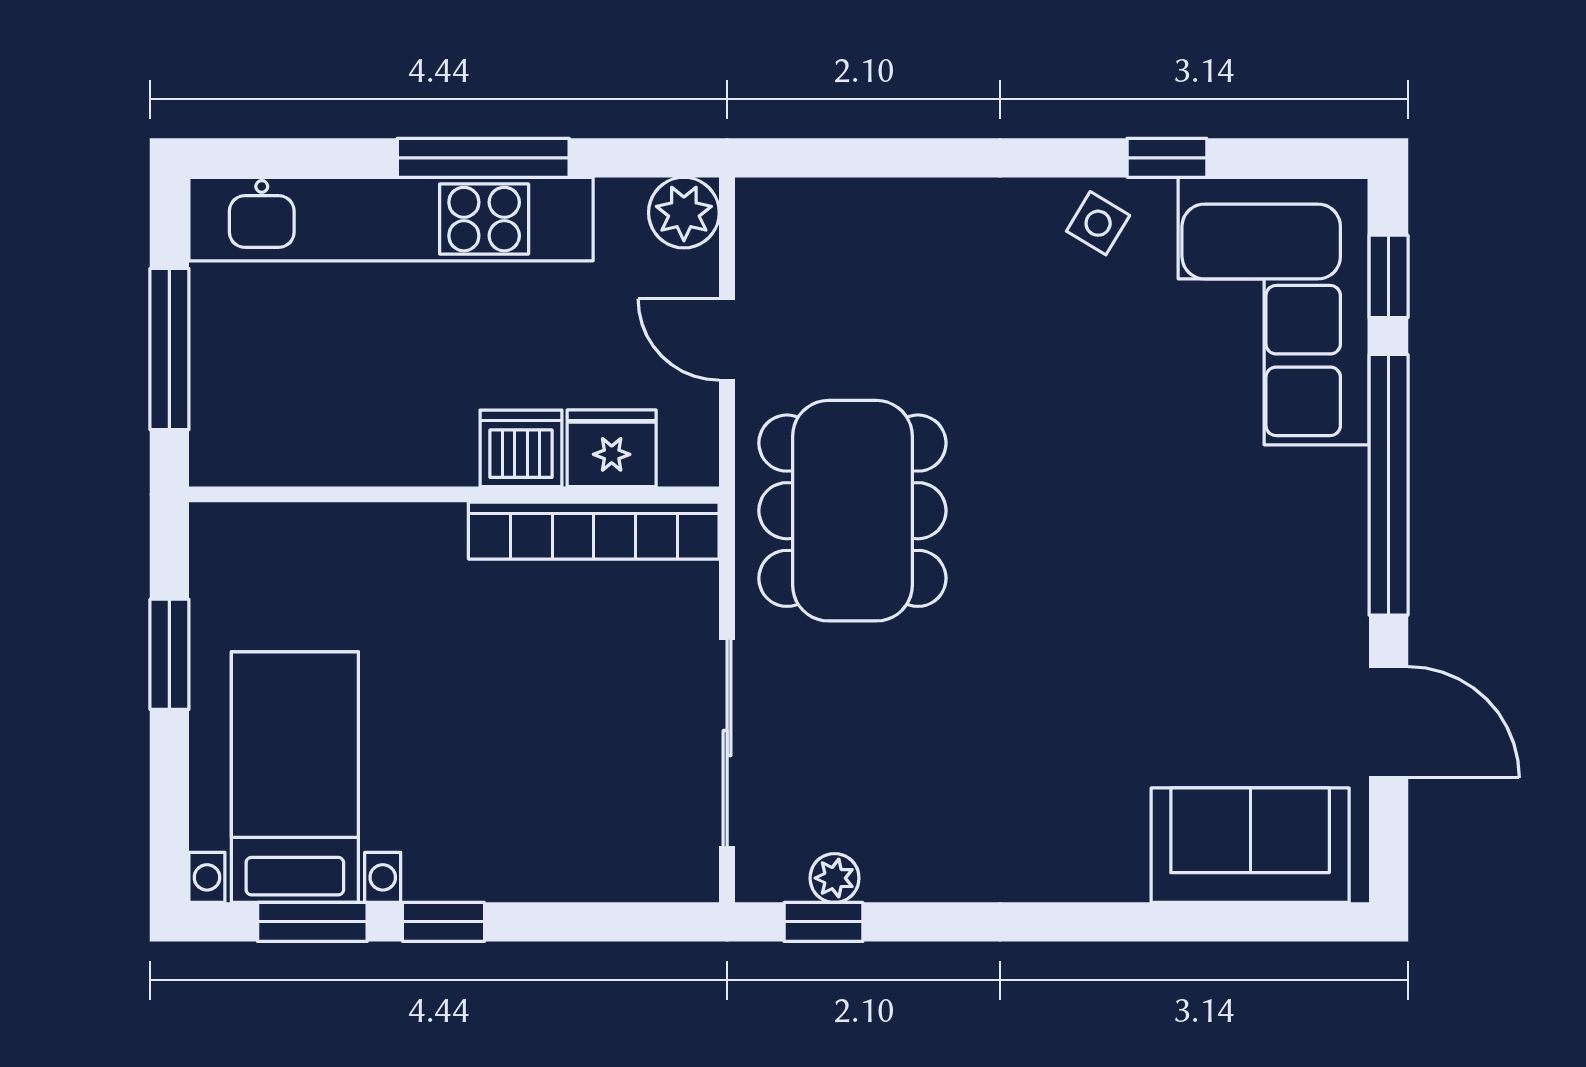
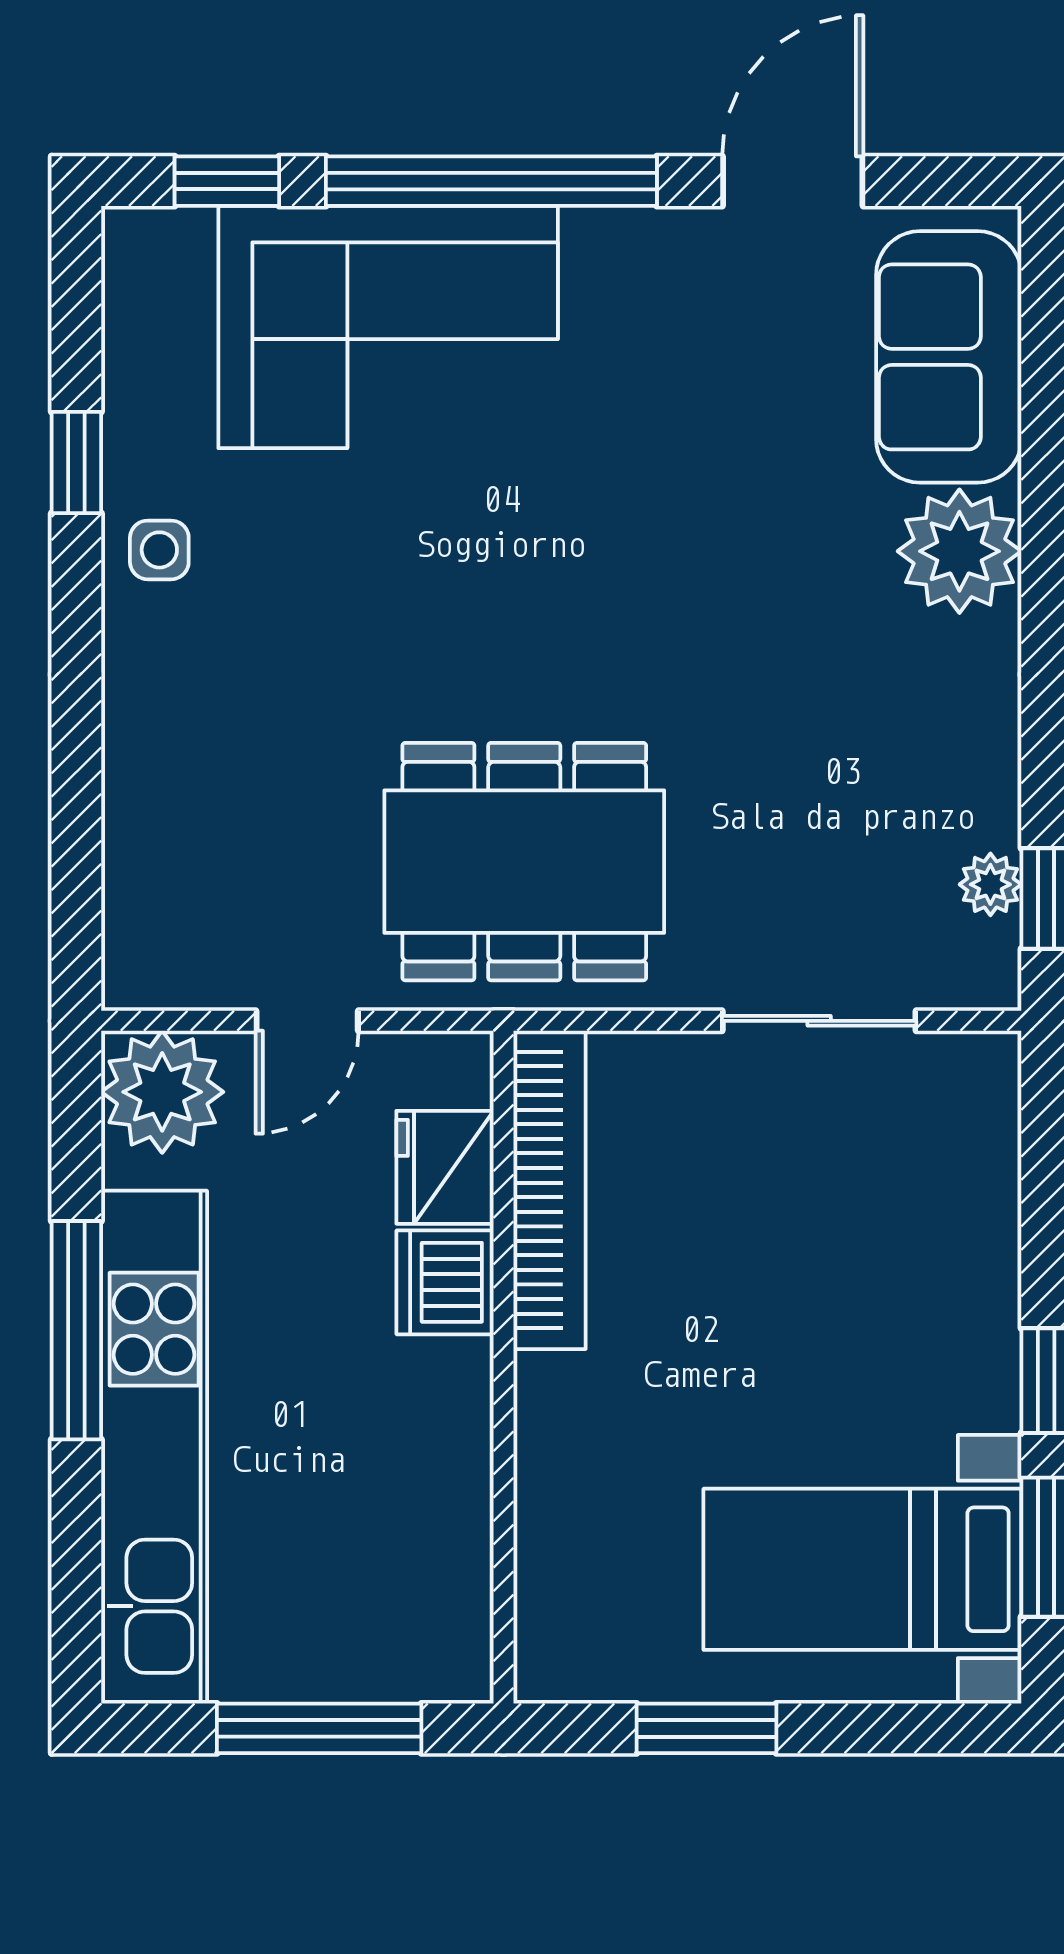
plant: (684, 213) -> (162, 1092), width x1.36, depth x1.36
side table: (1098, 223) -> (159, 550), turned -31
corner sofa: (1274, 311) -> (388, 327), moved
sliding door: (727, 743) -> (819, 1021), width x0.73
plant: (1097, 854) -> (959, 551), added

